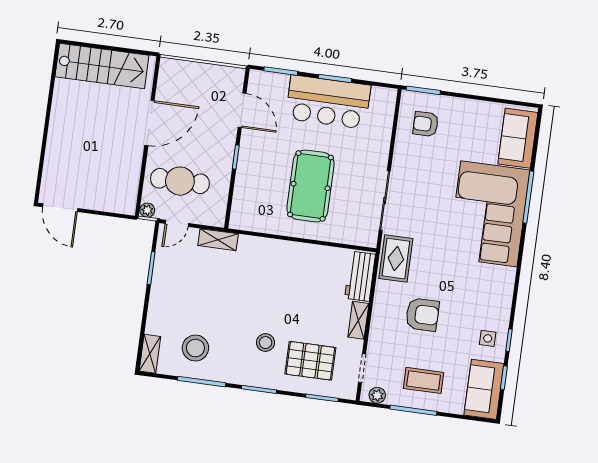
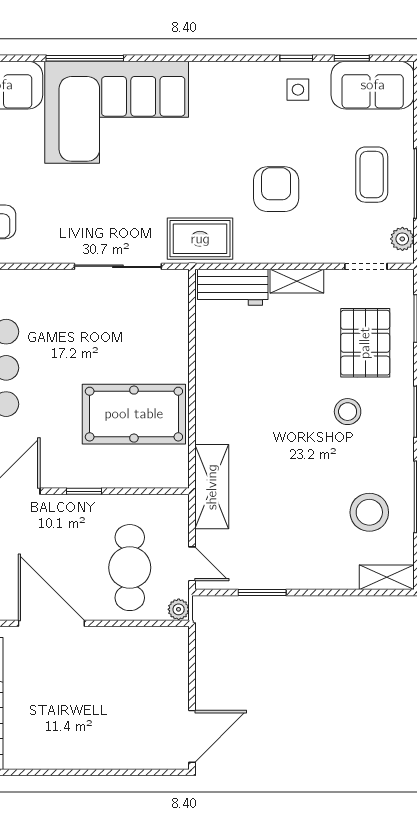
pool table: (311, 186) -> (134, 414), moved
shelving: (218, 240) -> (212, 487), width x1.50, depth x1.33

